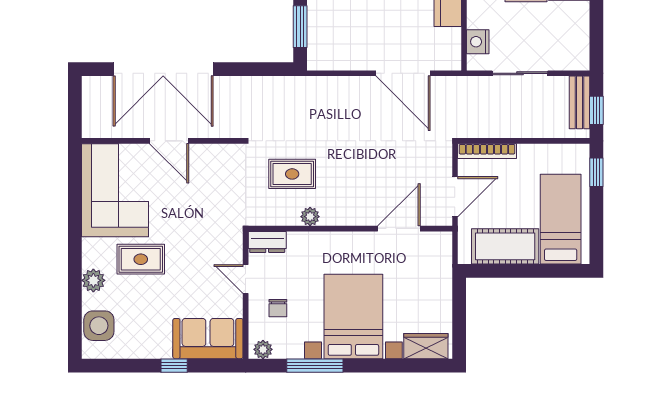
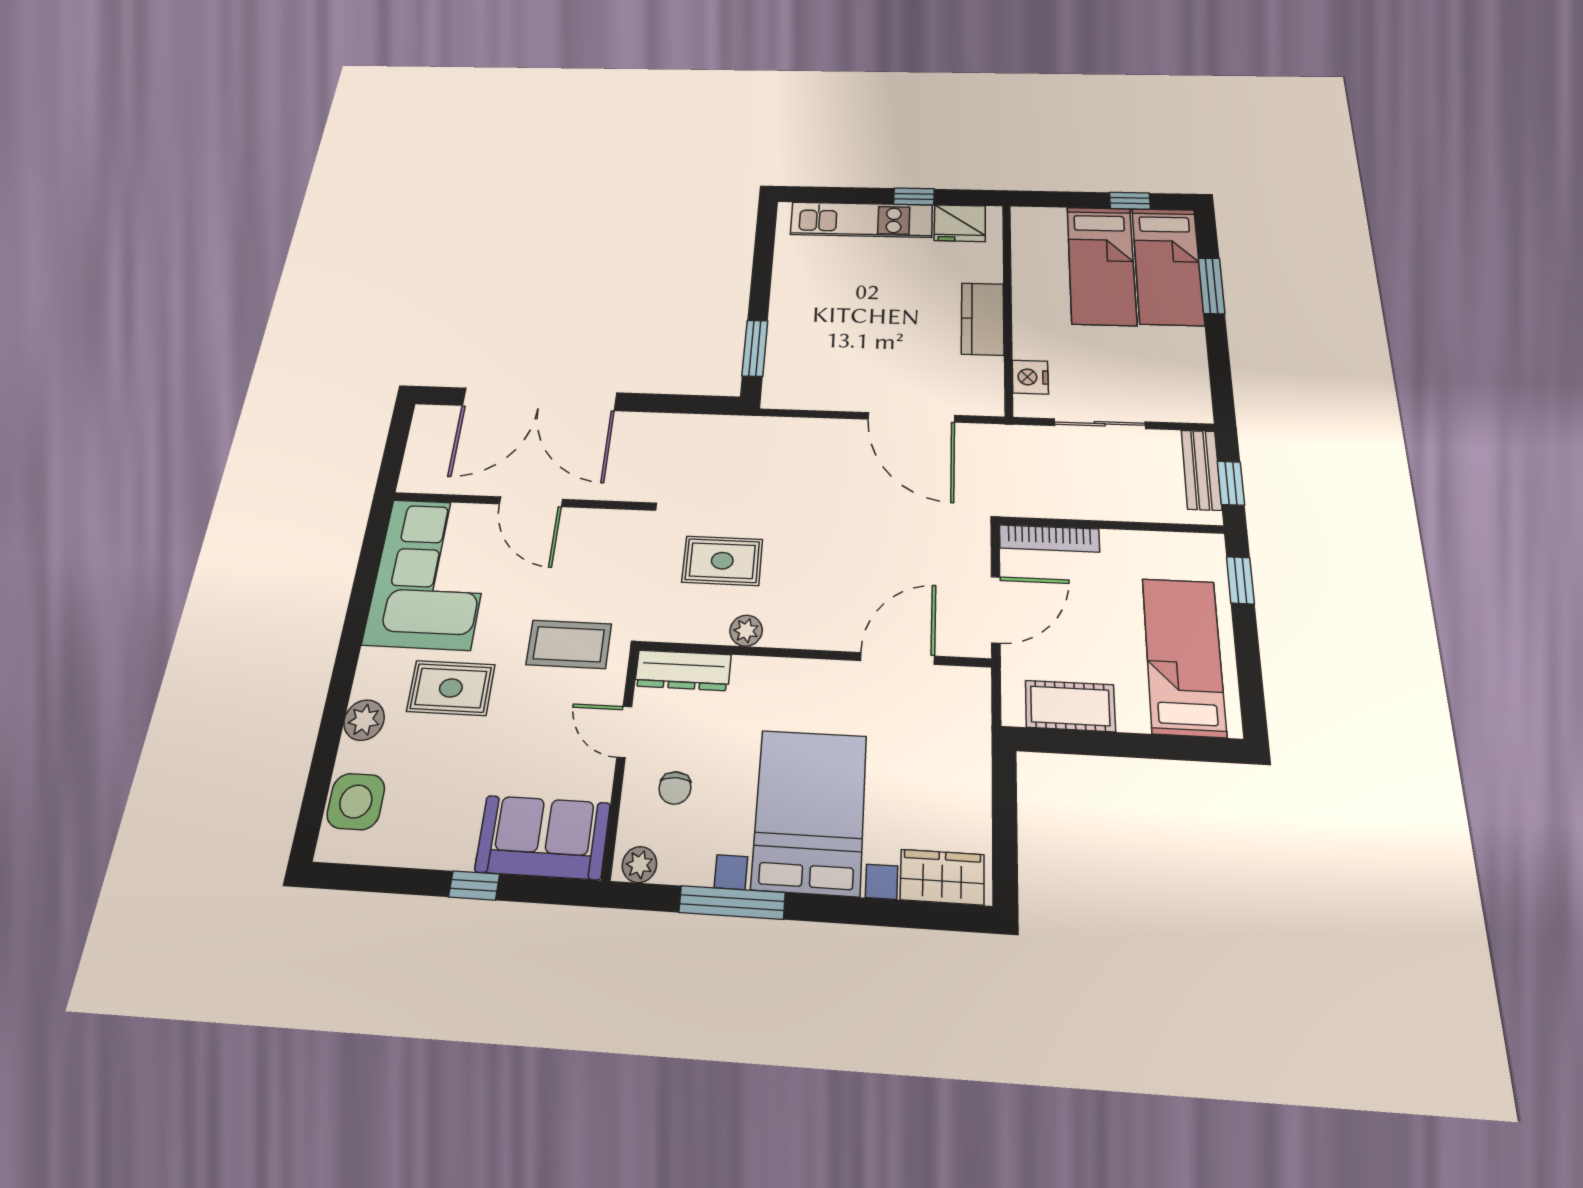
coffee table: (206, 230) -> (569, 644), added
dresser: (267, 242) -> (683, 670), width x1.44
cot: (505, 246) -> (1070, 706), width x0.73, depth x0.75

